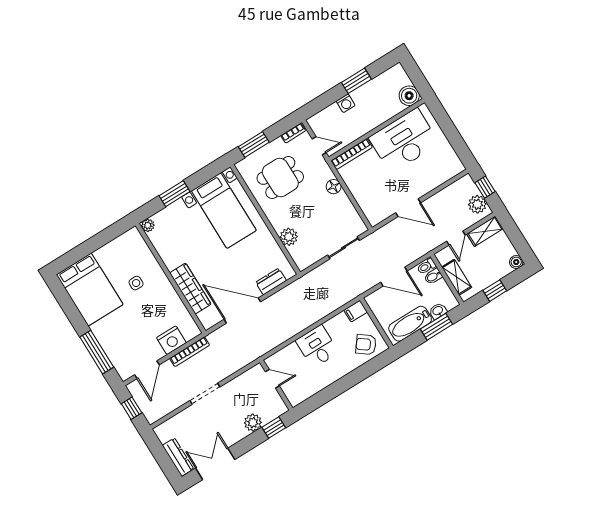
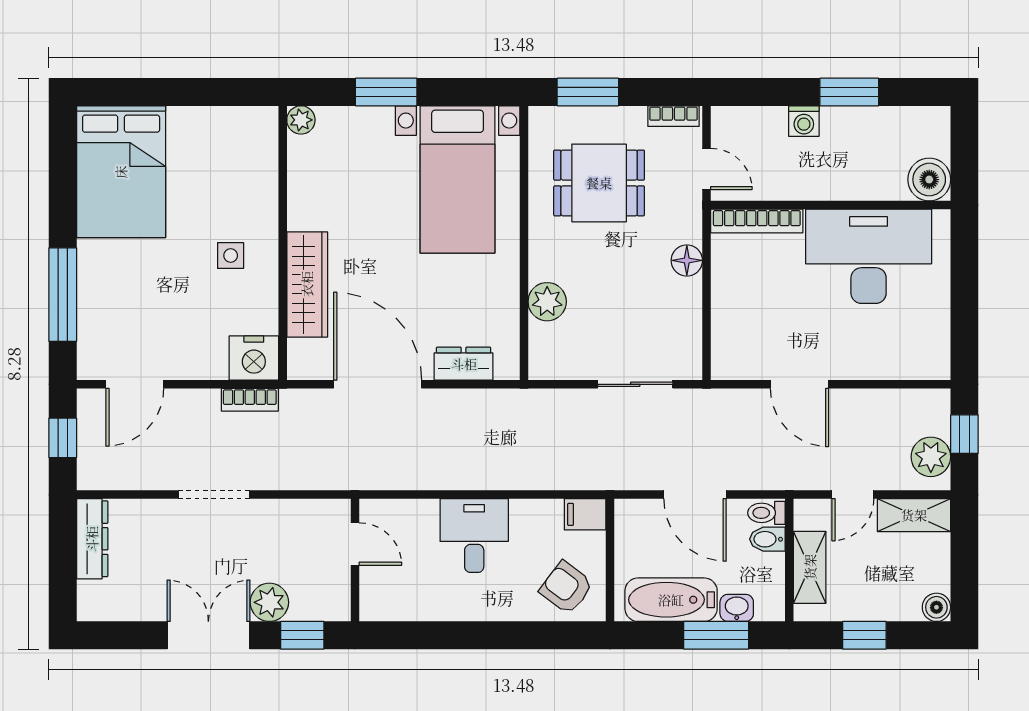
side table: (136, 283) -> (231, 255), moved
nightstand: (171, 340) -> (254, 358), moved
bookcase: (190, 352) -> (250, 400), width x0.64
dresser: (178, 457) -> (92, 539), moved
double door: (215, 464) -> (208, 635), moved

